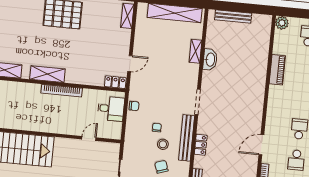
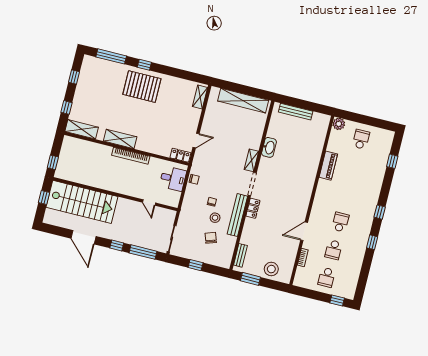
shelving: (196, 51) -> (251, 160), moved
door: (89, 138) -> (149, 203), swing flipped
locker: (201, 145) -> (253, 208), moved

